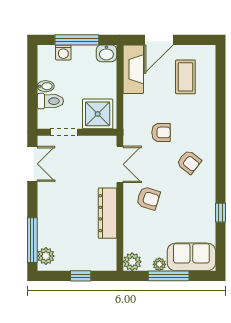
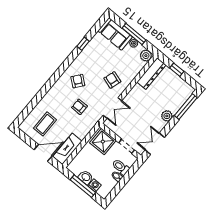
washbasin: (106, 53) -> (86, 177), moved
double door: (120, 164) -> (112, 108), swing flipped
dresser: (107, 213) -> (151, 74), moved
plant: (46, 256) -> (167, 116), moved

